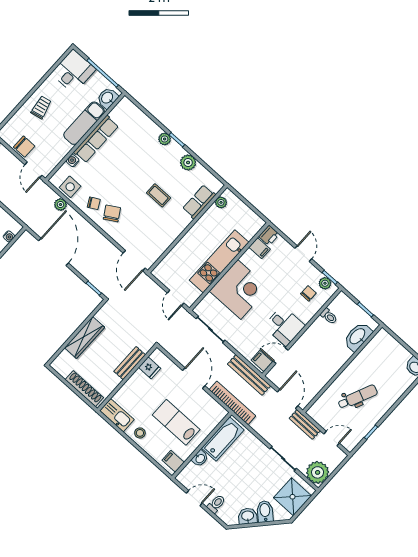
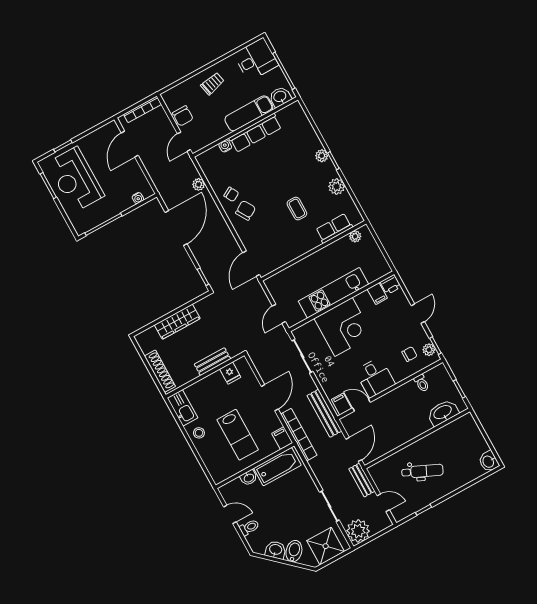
side table: (70, 187) -> (214, 170), removed
lab bench: (176, 422) -> (238, 435), turned 180
filing cabinet: (173, 461) -> (282, 438), moved

